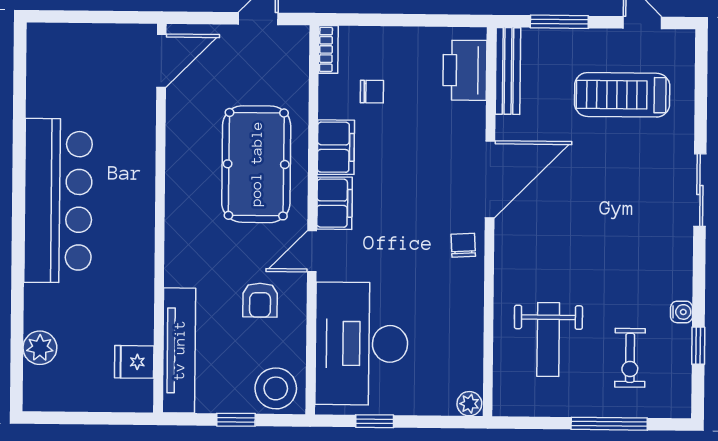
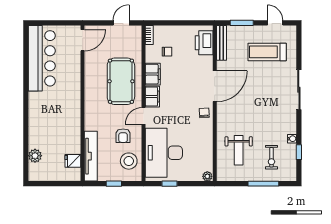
sliding door: (700, 190) -> (299, 90), width x1.37
bar counter: (58, 201) -> (42, 58), moved
stool: (276, 388) -> (129, 161), moved

